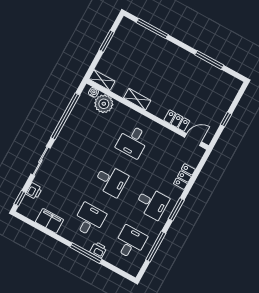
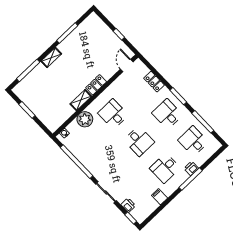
shelving: (102, 80) -> (51, 58), moved
plant: (104, 104) -> (85, 119), moved
locker: (177, 121) -> (96, 85), moved
desk: (133, 141) -> (113, 114), turned 180
desk: (111, 181) -> (139, 141), turned 90
desk: (152, 203) -> (167, 114), turned -90
desk: (89, 220) -> (165, 168), turned -90
filing cabinet: (49, 221) -> (160, 197), width x0.50

